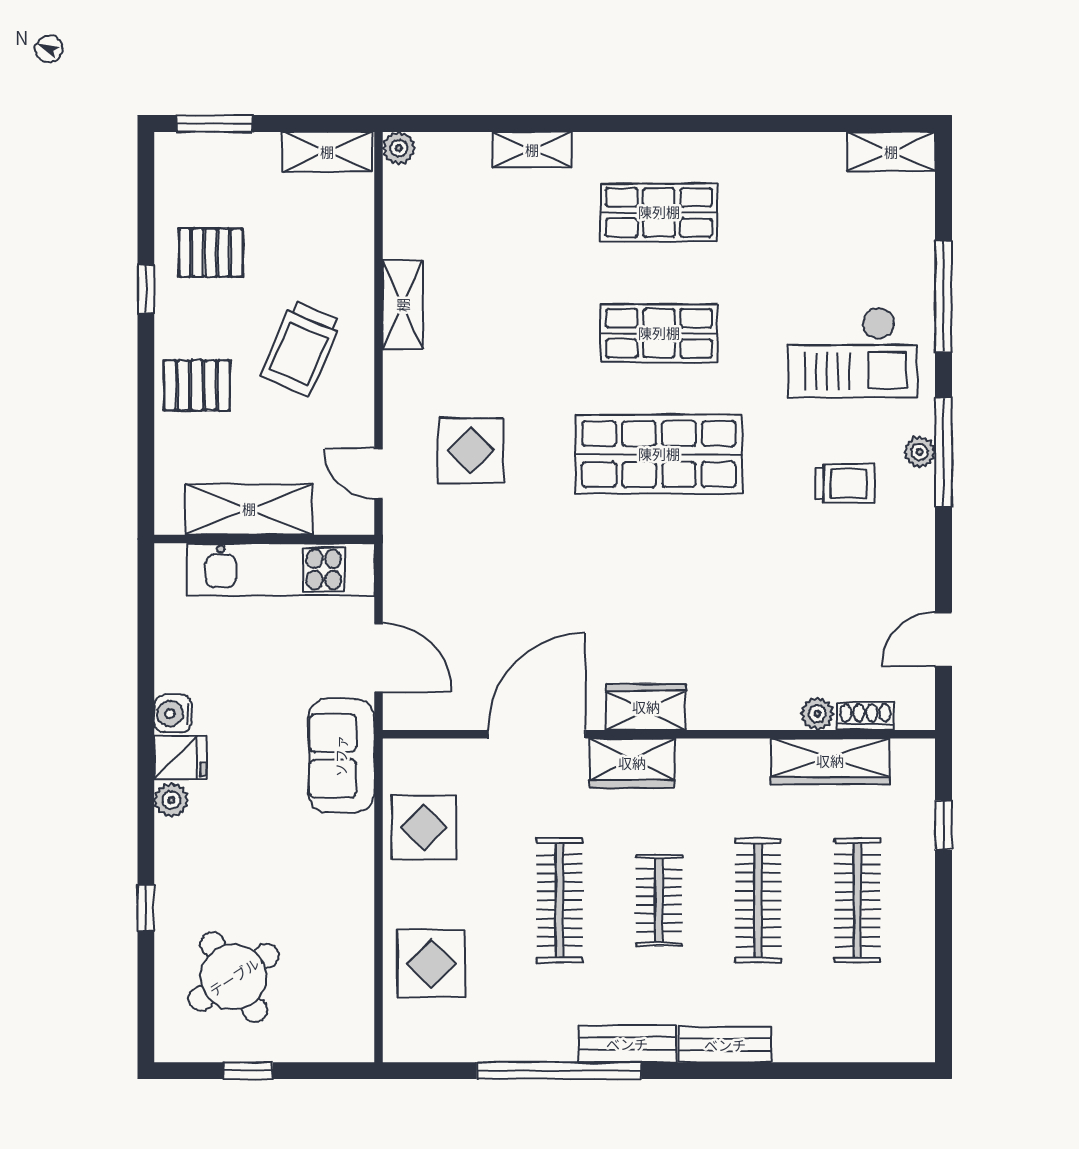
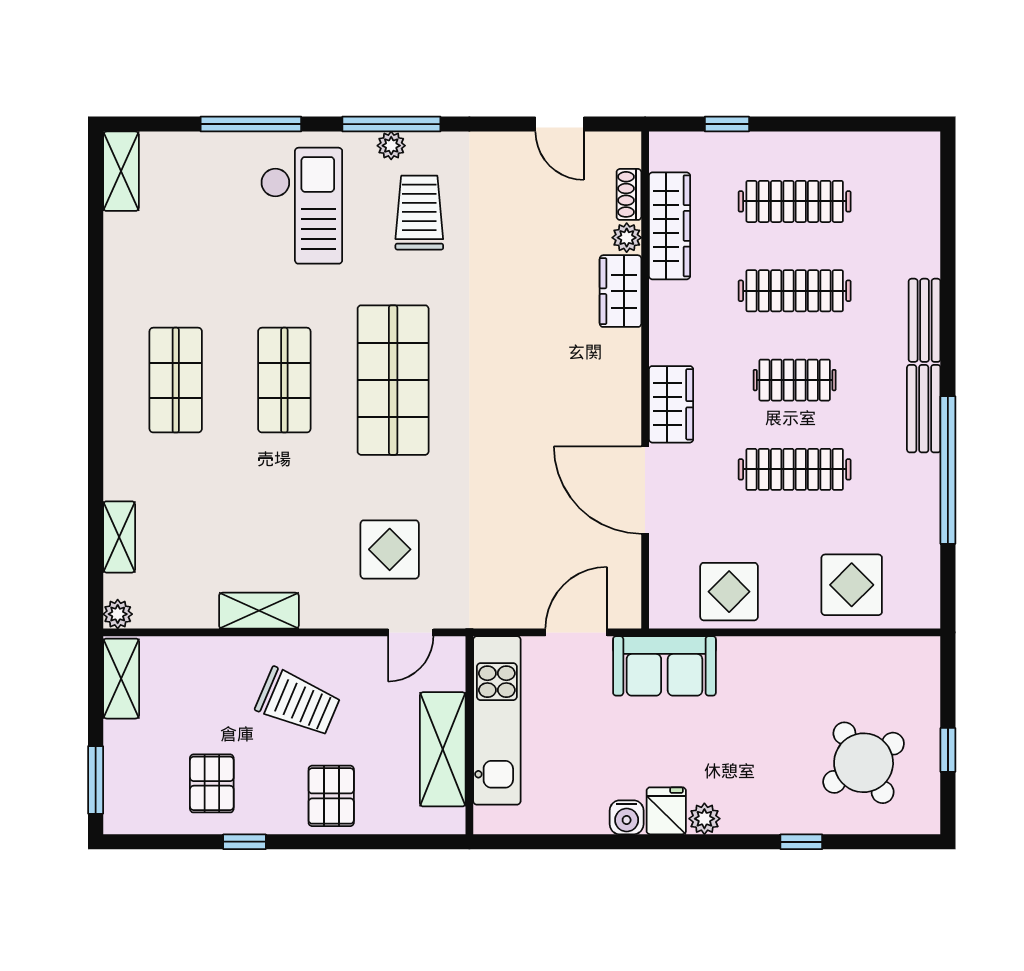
shelving: (532, 150) -> (119, 537), moved
trolley: (845, 483) -> (419, 213), width x1.36, depth x1.39
wardrobe: (646, 707) -> (621, 291), moved

